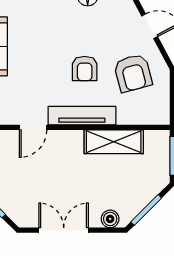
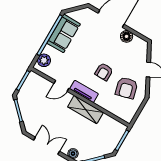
tv unit: (82, 116) -> (84, 91), width x0.71
shelving: (114, 142) -> (85, 110), moved

